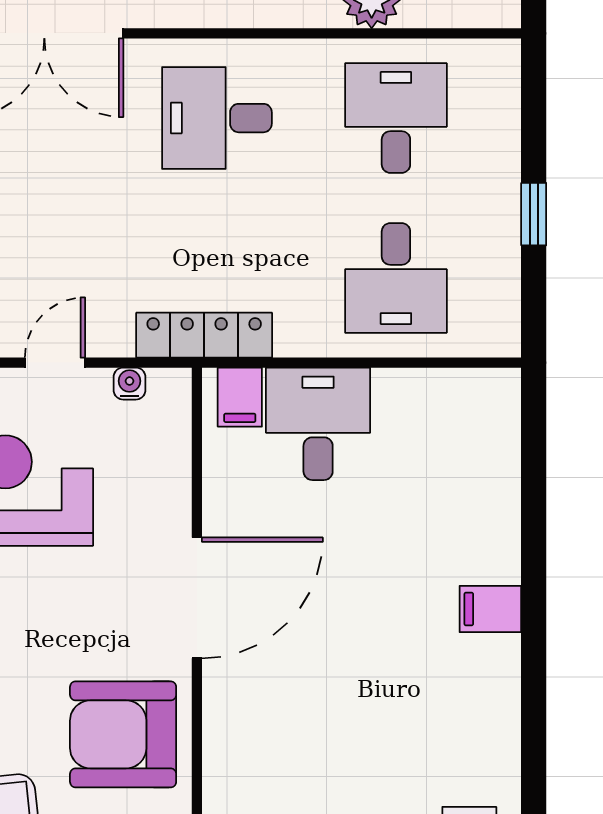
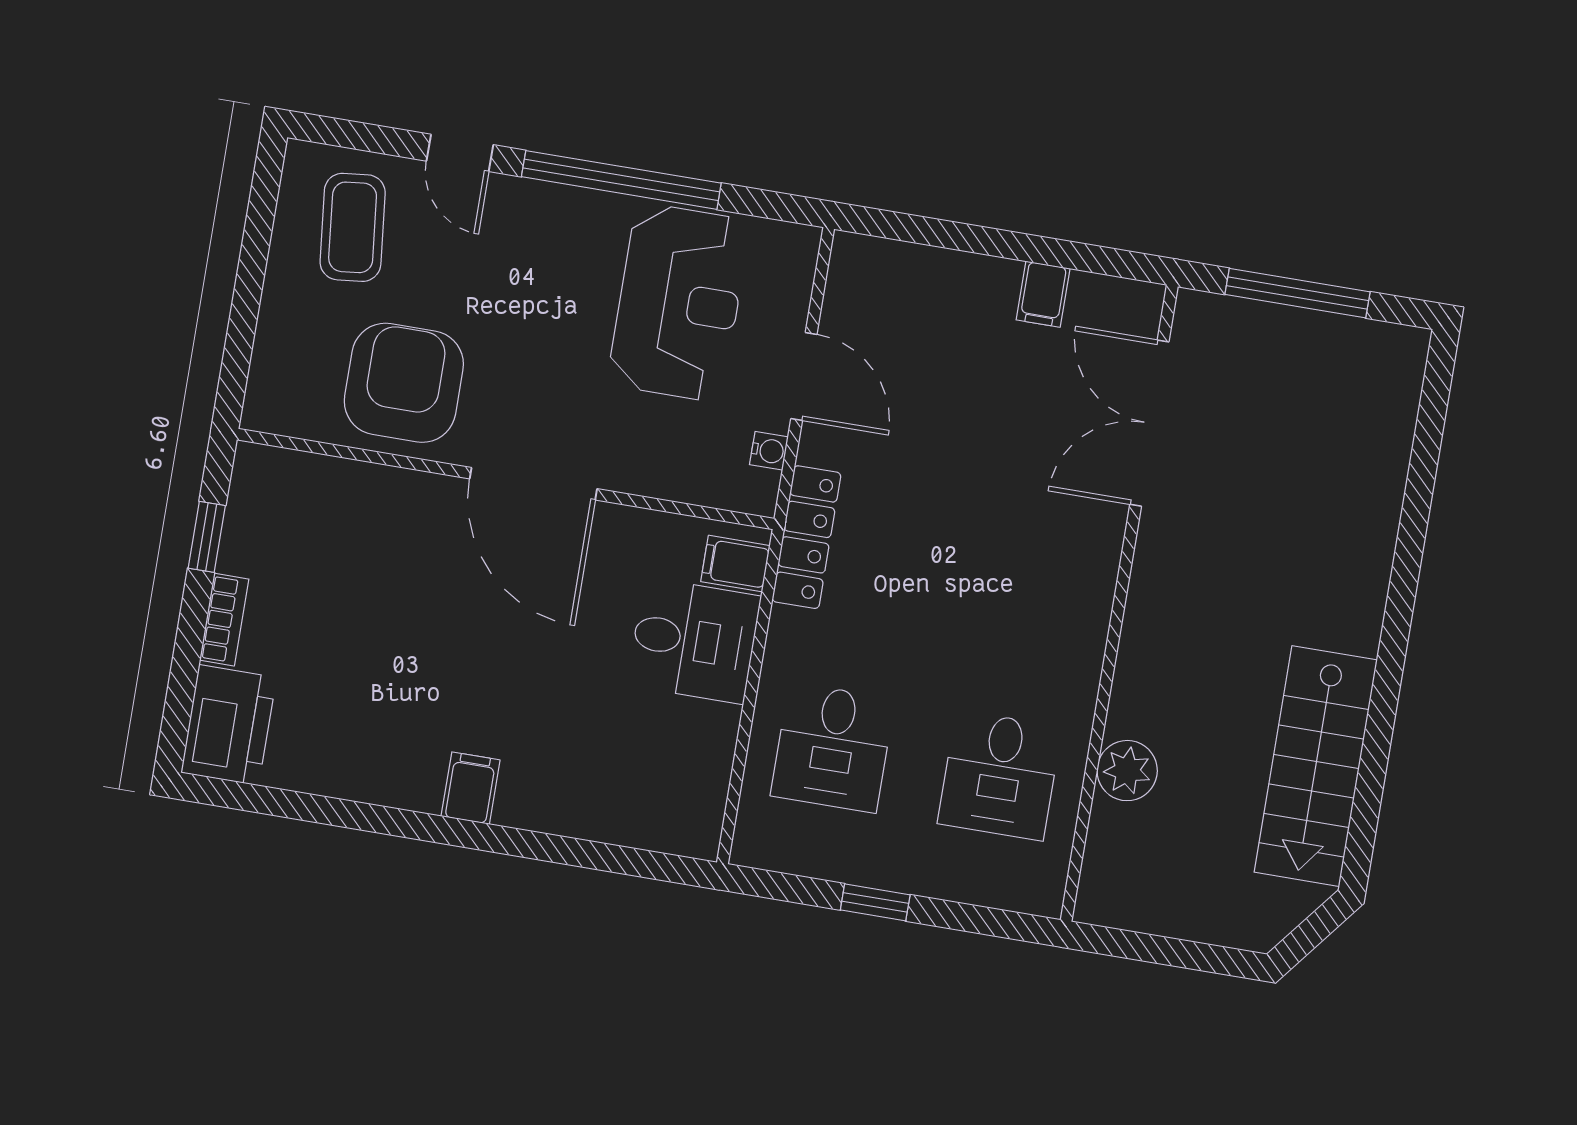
desk: (217, 118) -> (1031, 588), removed
desk: (396, 118) -> (1000, 775), turned 90
desk: (396, 278) -> (833, 747), turned -90
door: (55, 363) -> (804, 377), width x1.38

